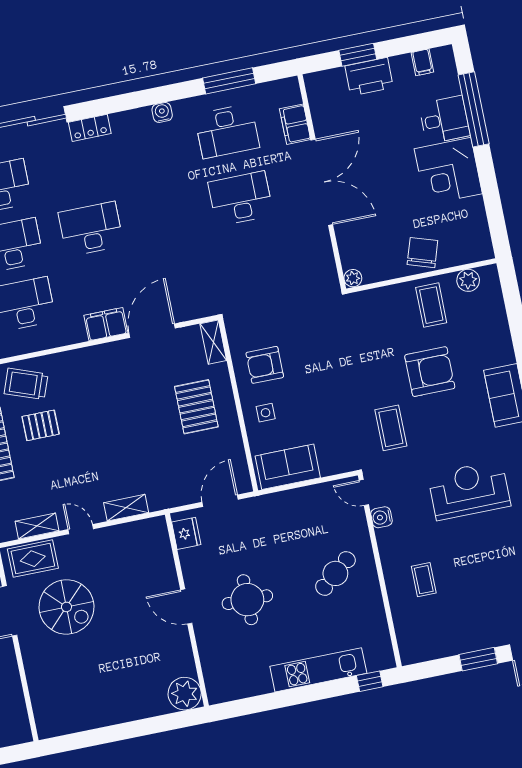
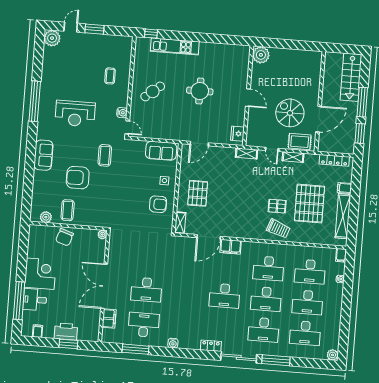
fridge: (186, 533) -> (237, 134), moved
door: (186, 606) -> (248, 98), moved
wall: (187, 610) -> (248, 96), moved
plant: (185, 694) -> (261, 55), moved

